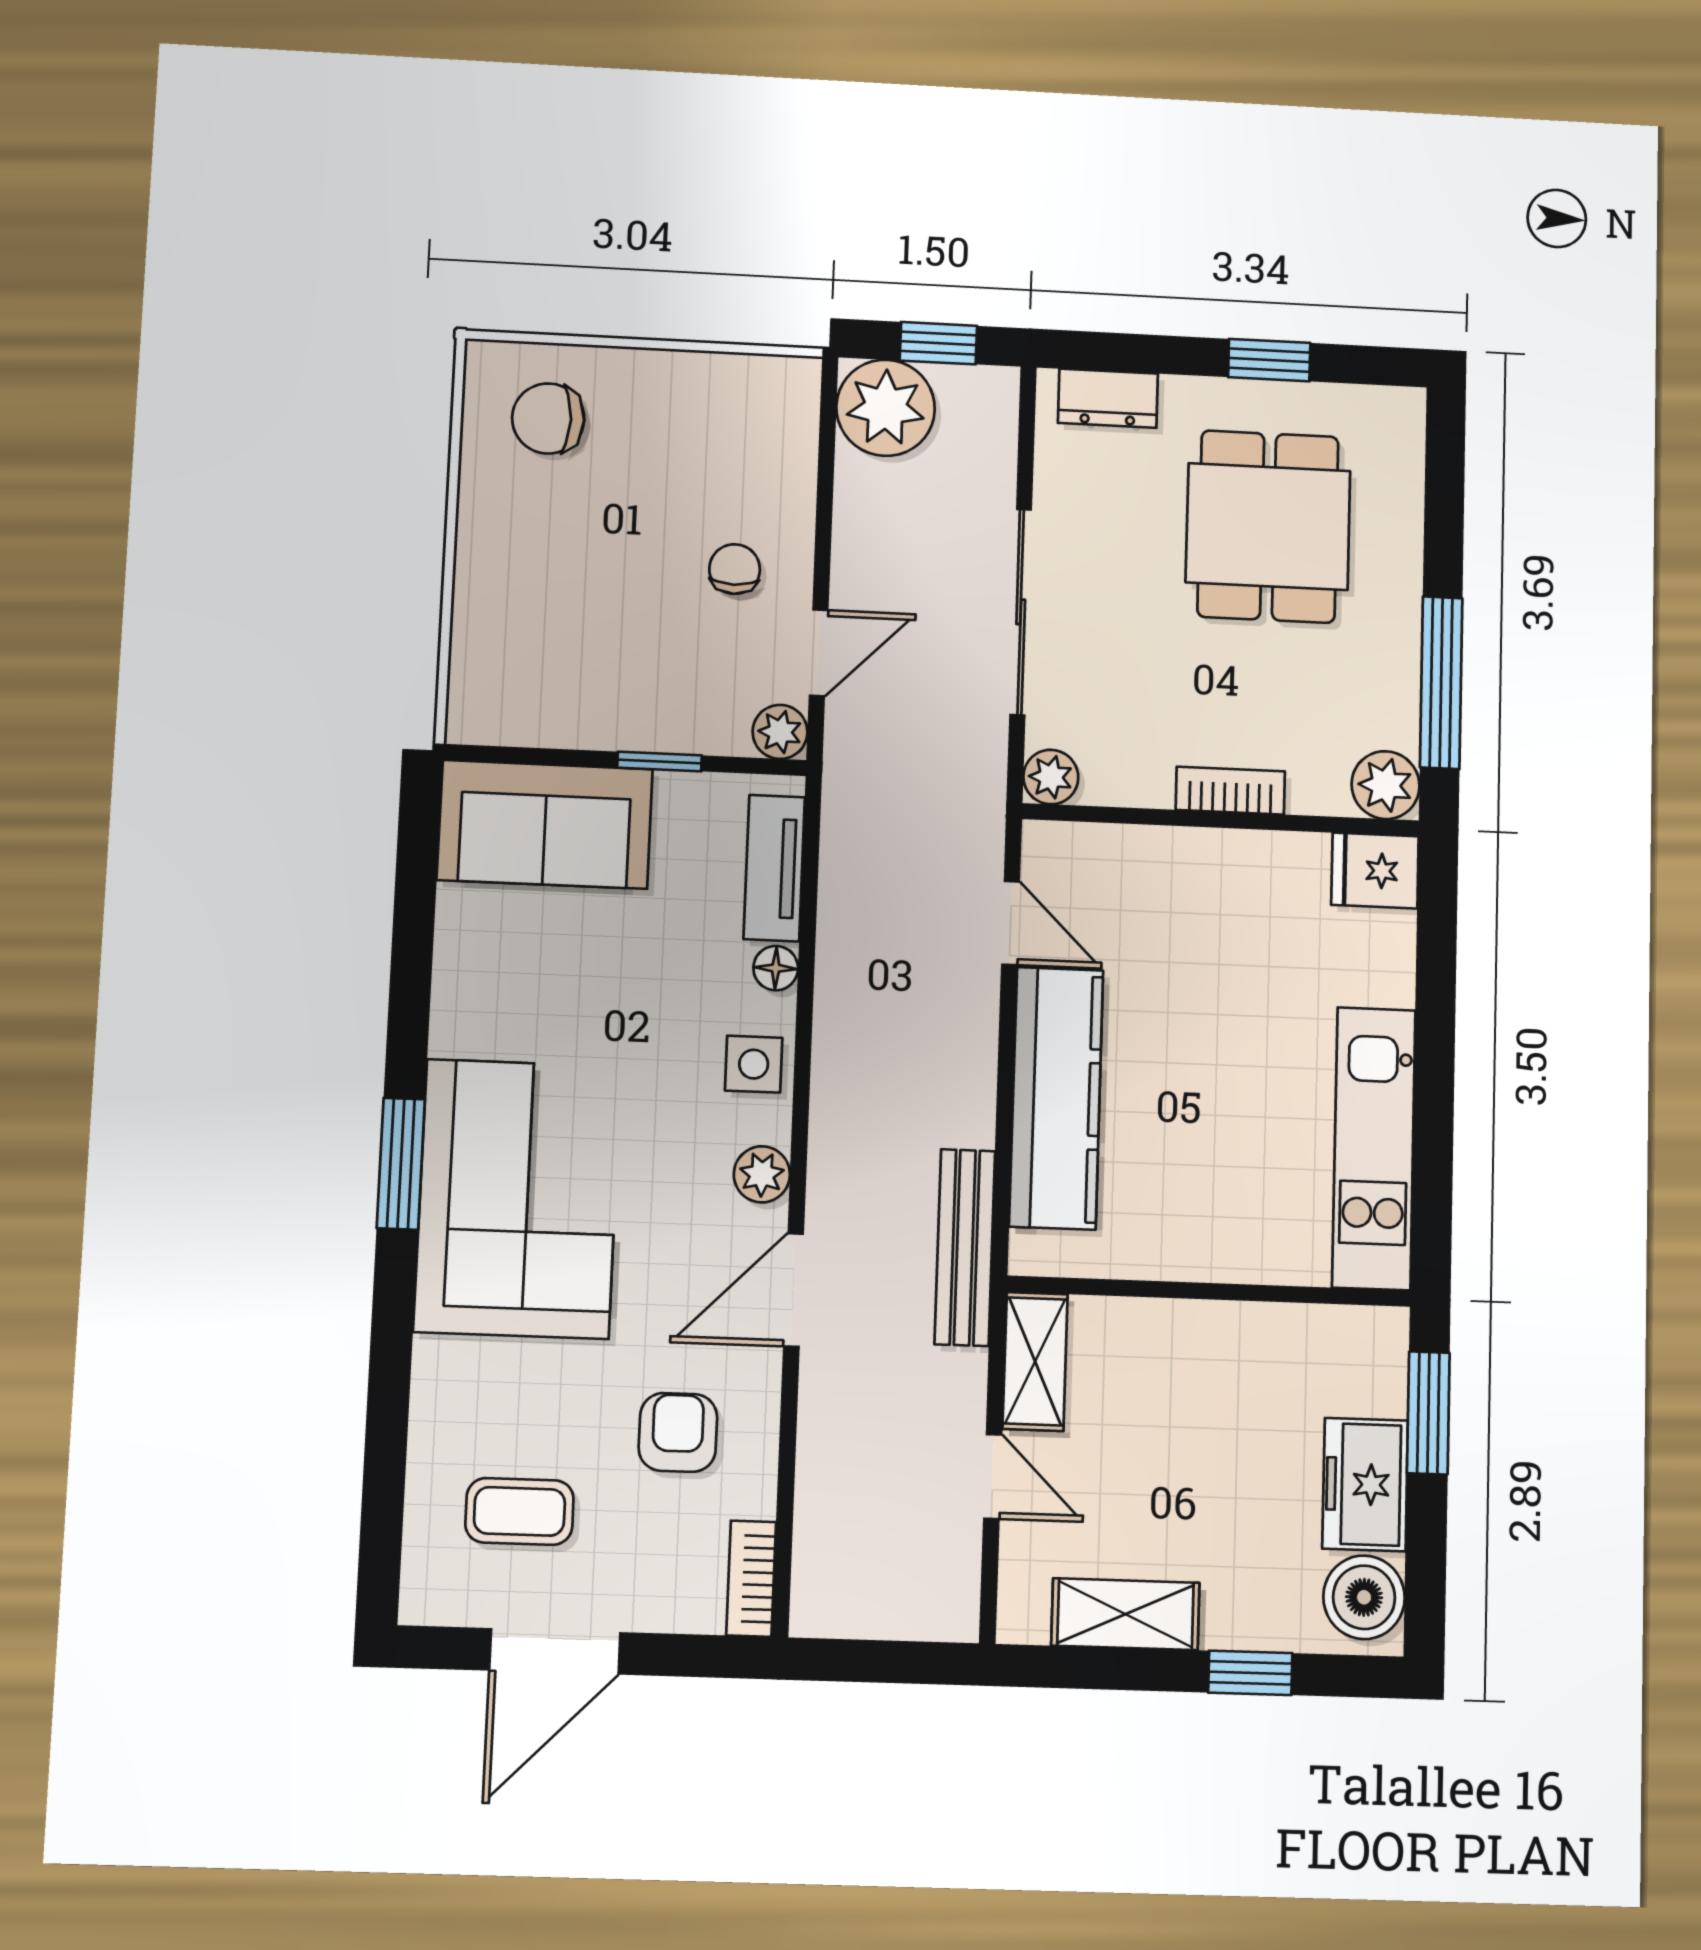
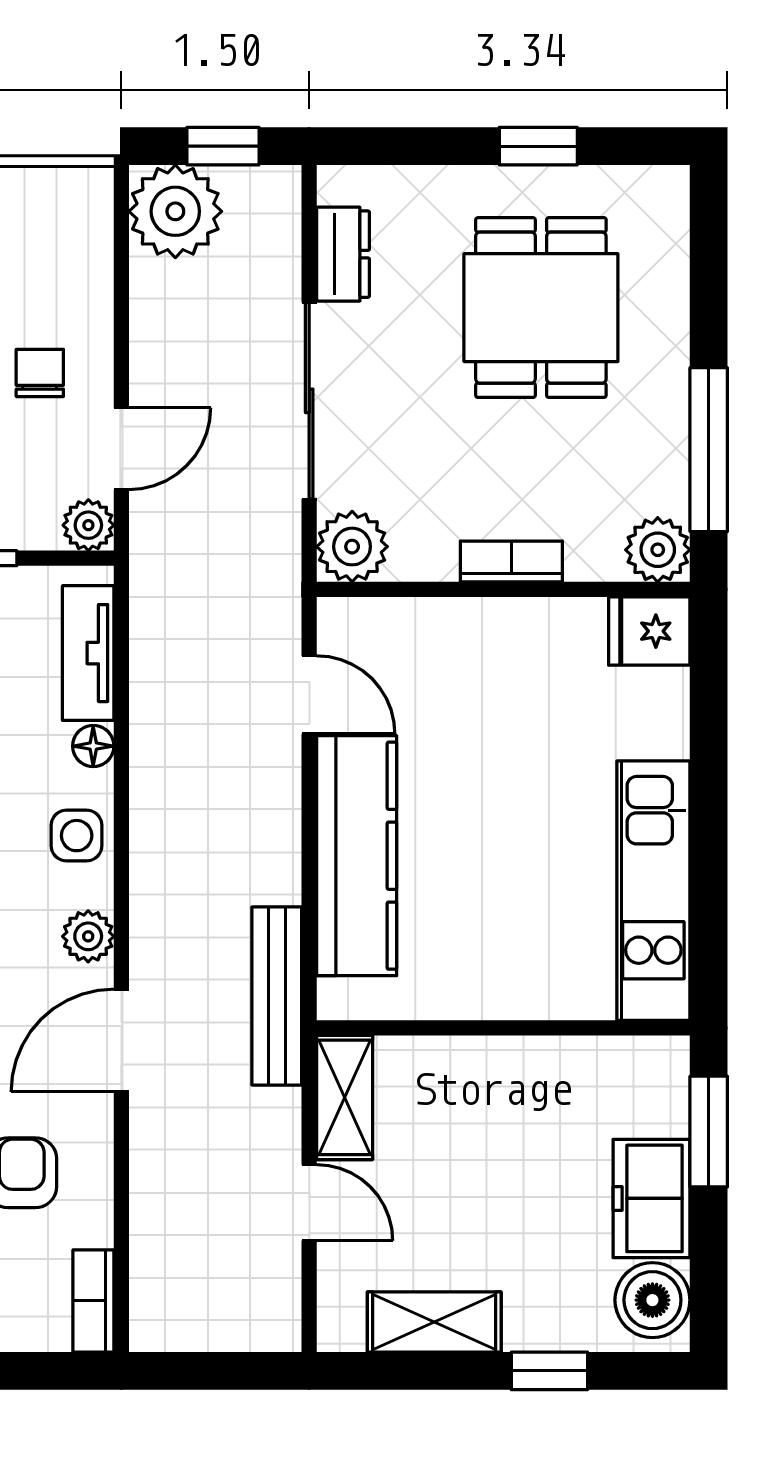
dresser: (1108, 398) -> (343, 254), moved, turned -90
plant: (1051, 777) -> (352, 547), width x1.38, depth x1.38

